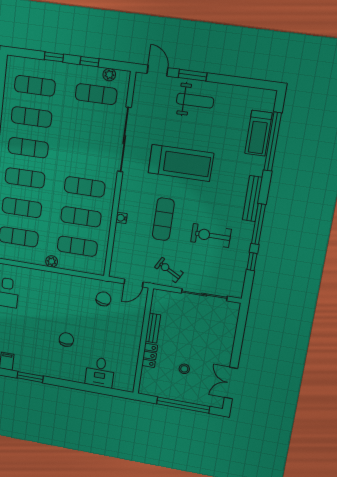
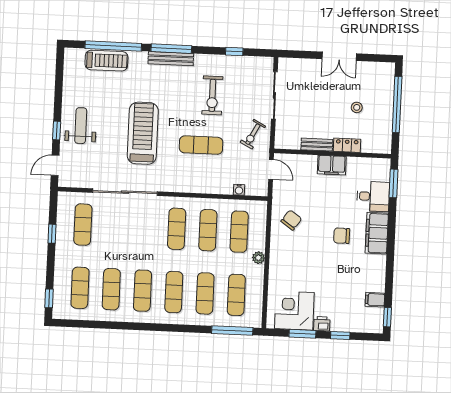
window: (54, 57) -> (49, 298), moved
plant: (109, 75) -> (63, 213), removed
window: (193, 75) -> (57, 130), width x0.67
water cooler: (121, 218) -> (239, 190), moved
window: (258, 224) -> (171, 49), moved
chair: (103, 299) -> (291, 220), moved, turned 115
filing cabinet: (132, 339) -> (332, 165), added
filing cabinet: (66, 371) -> (377, 233), added
window: (30, 377) -> (393, 183), moved
double door: (231, 383) -> (339, 56), moved

